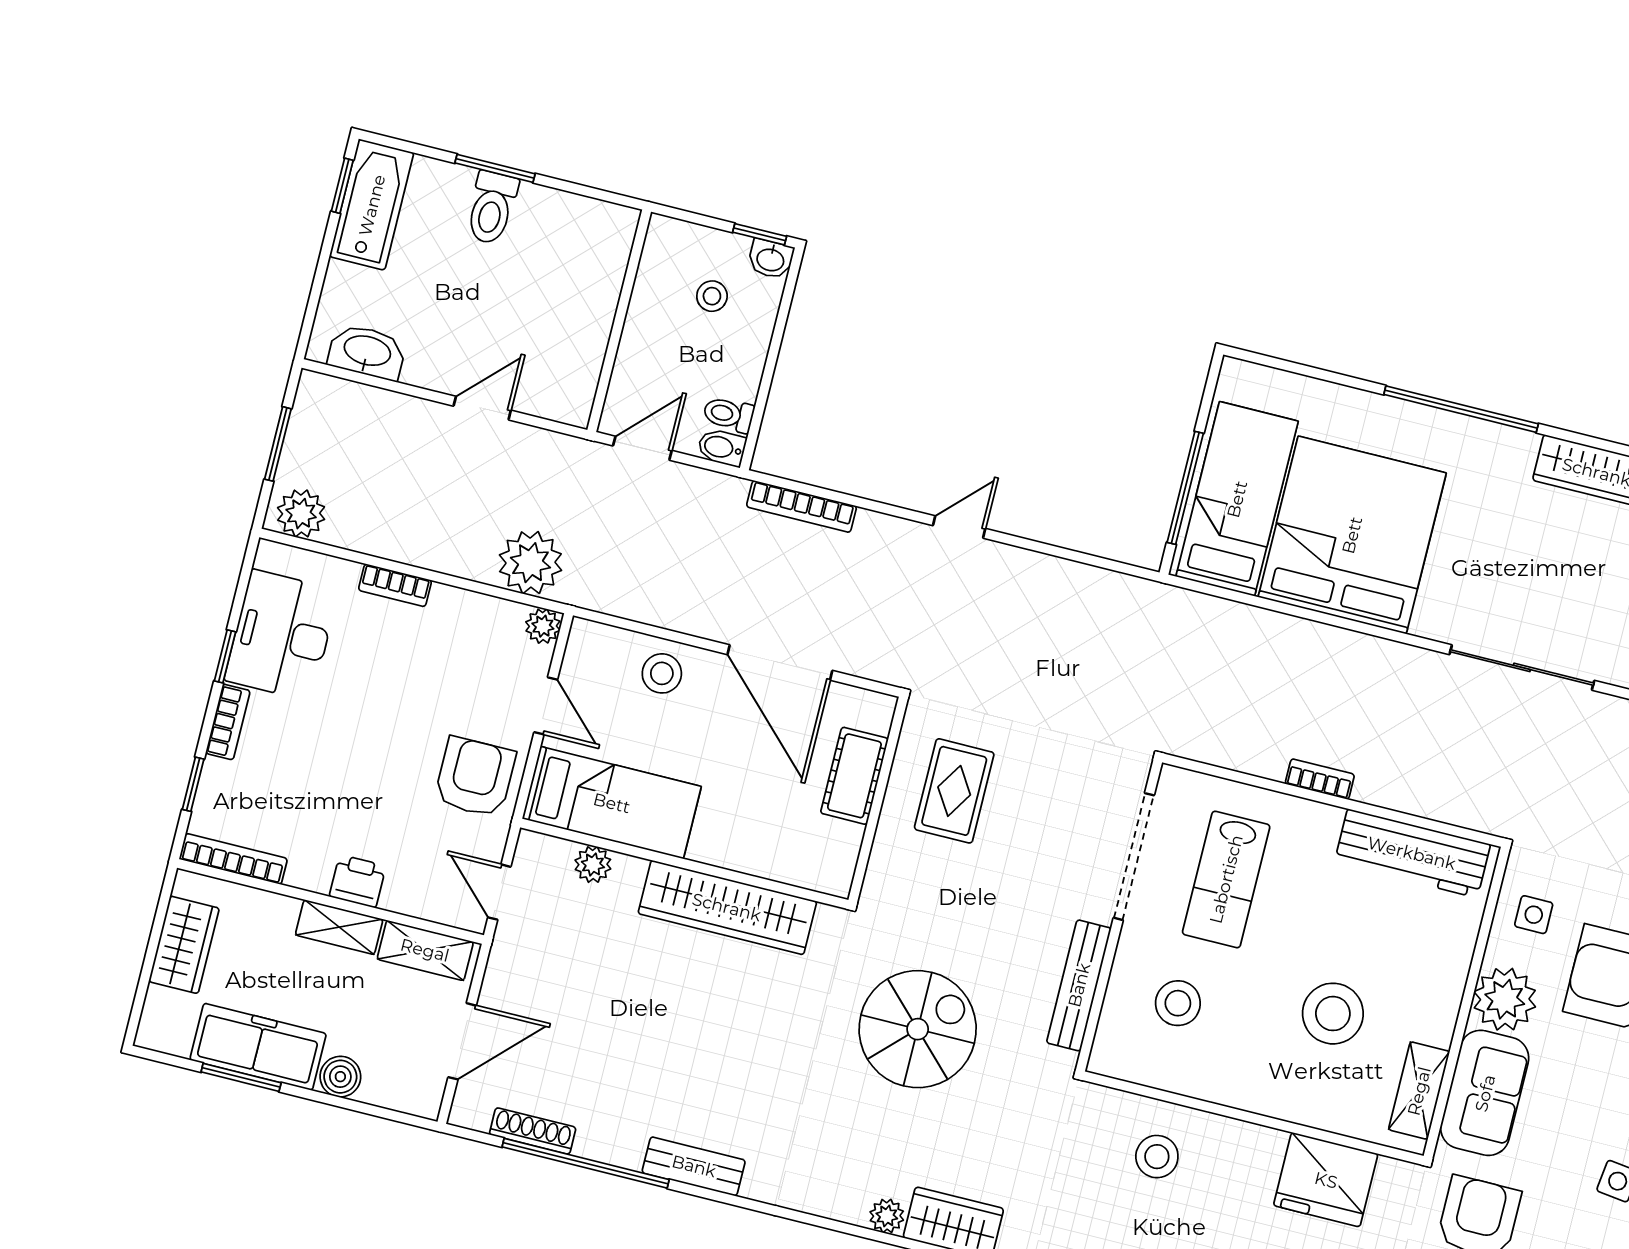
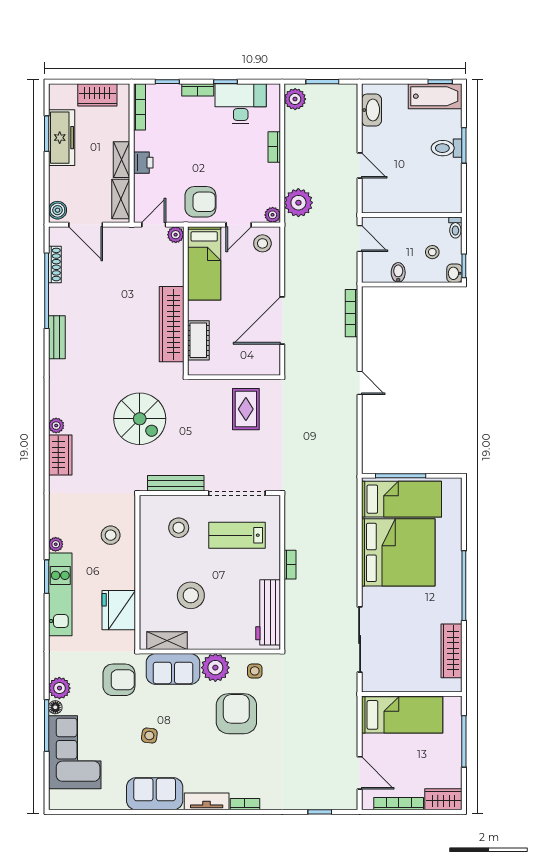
toilet: (729, 414) -> (455, 228), moved, turned 180
bidet: (722, 448) -> (398, 273), moved
stool: (662, 673) -> (262, 243), moved
cot: (854, 776) -> (198, 340), moved, turned 90
rug: (954, 791) -> (246, 409), turned 90
plant: (593, 864) -> (176, 235), moved
boiler: (340, 1077) -> (58, 210), moved

